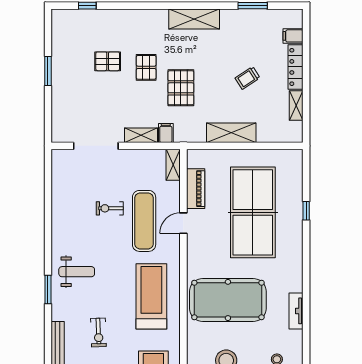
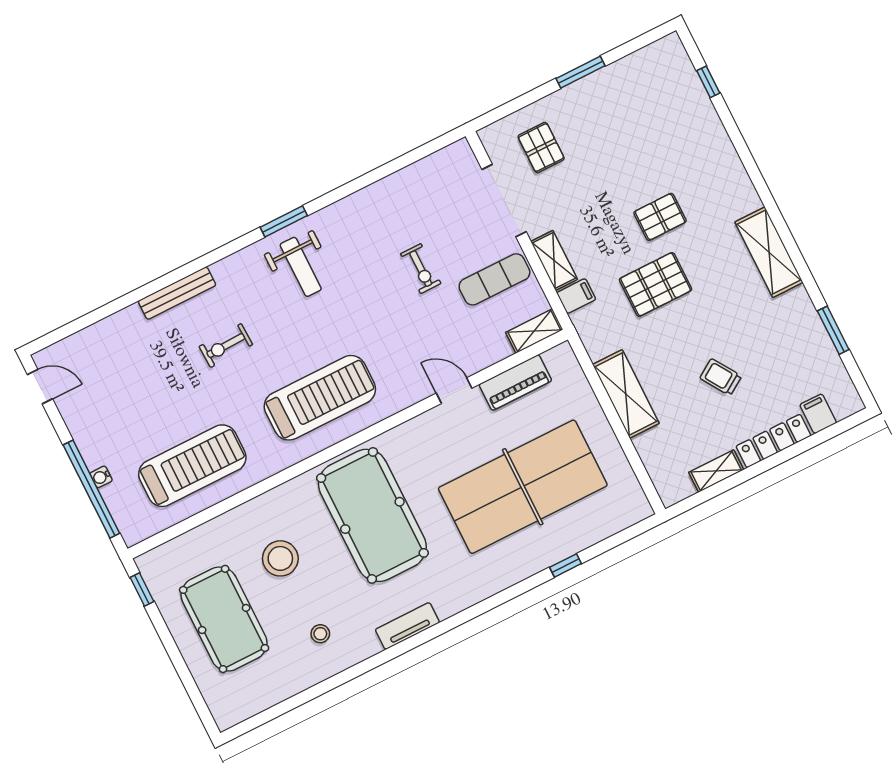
pallet: (108, 61) -> (541, 148), moved
exercise bike: (110, 208) -> (421, 269), turned 180
exercise mat: (144, 221) -> (494, 279), moved, width x0.73, depth x0.69
window: (48, 290) -> (284, 221), moved

